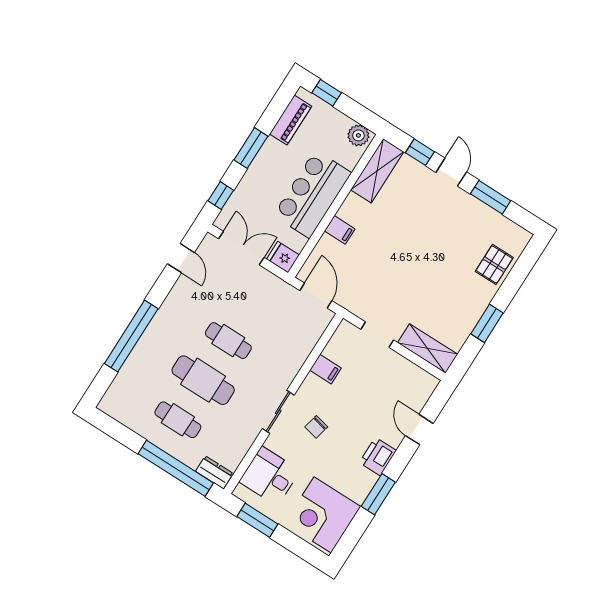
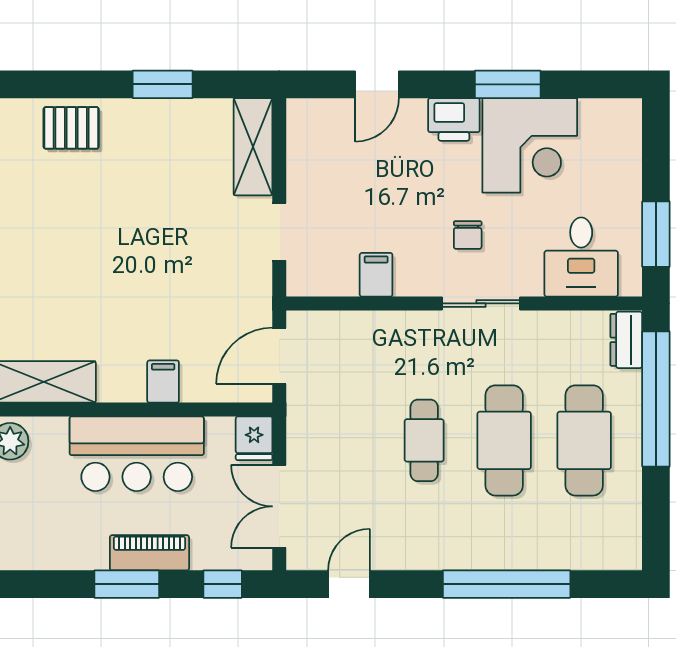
piano: (291, 120) -> (149, 553), moved
cafe table: (178, 420) -> (584, 440), width x1.37, depth x1.35
chair: (316, 427) -> (468, 235), turned 77
corner desk: (323, 515) -> (530, 145), moved

